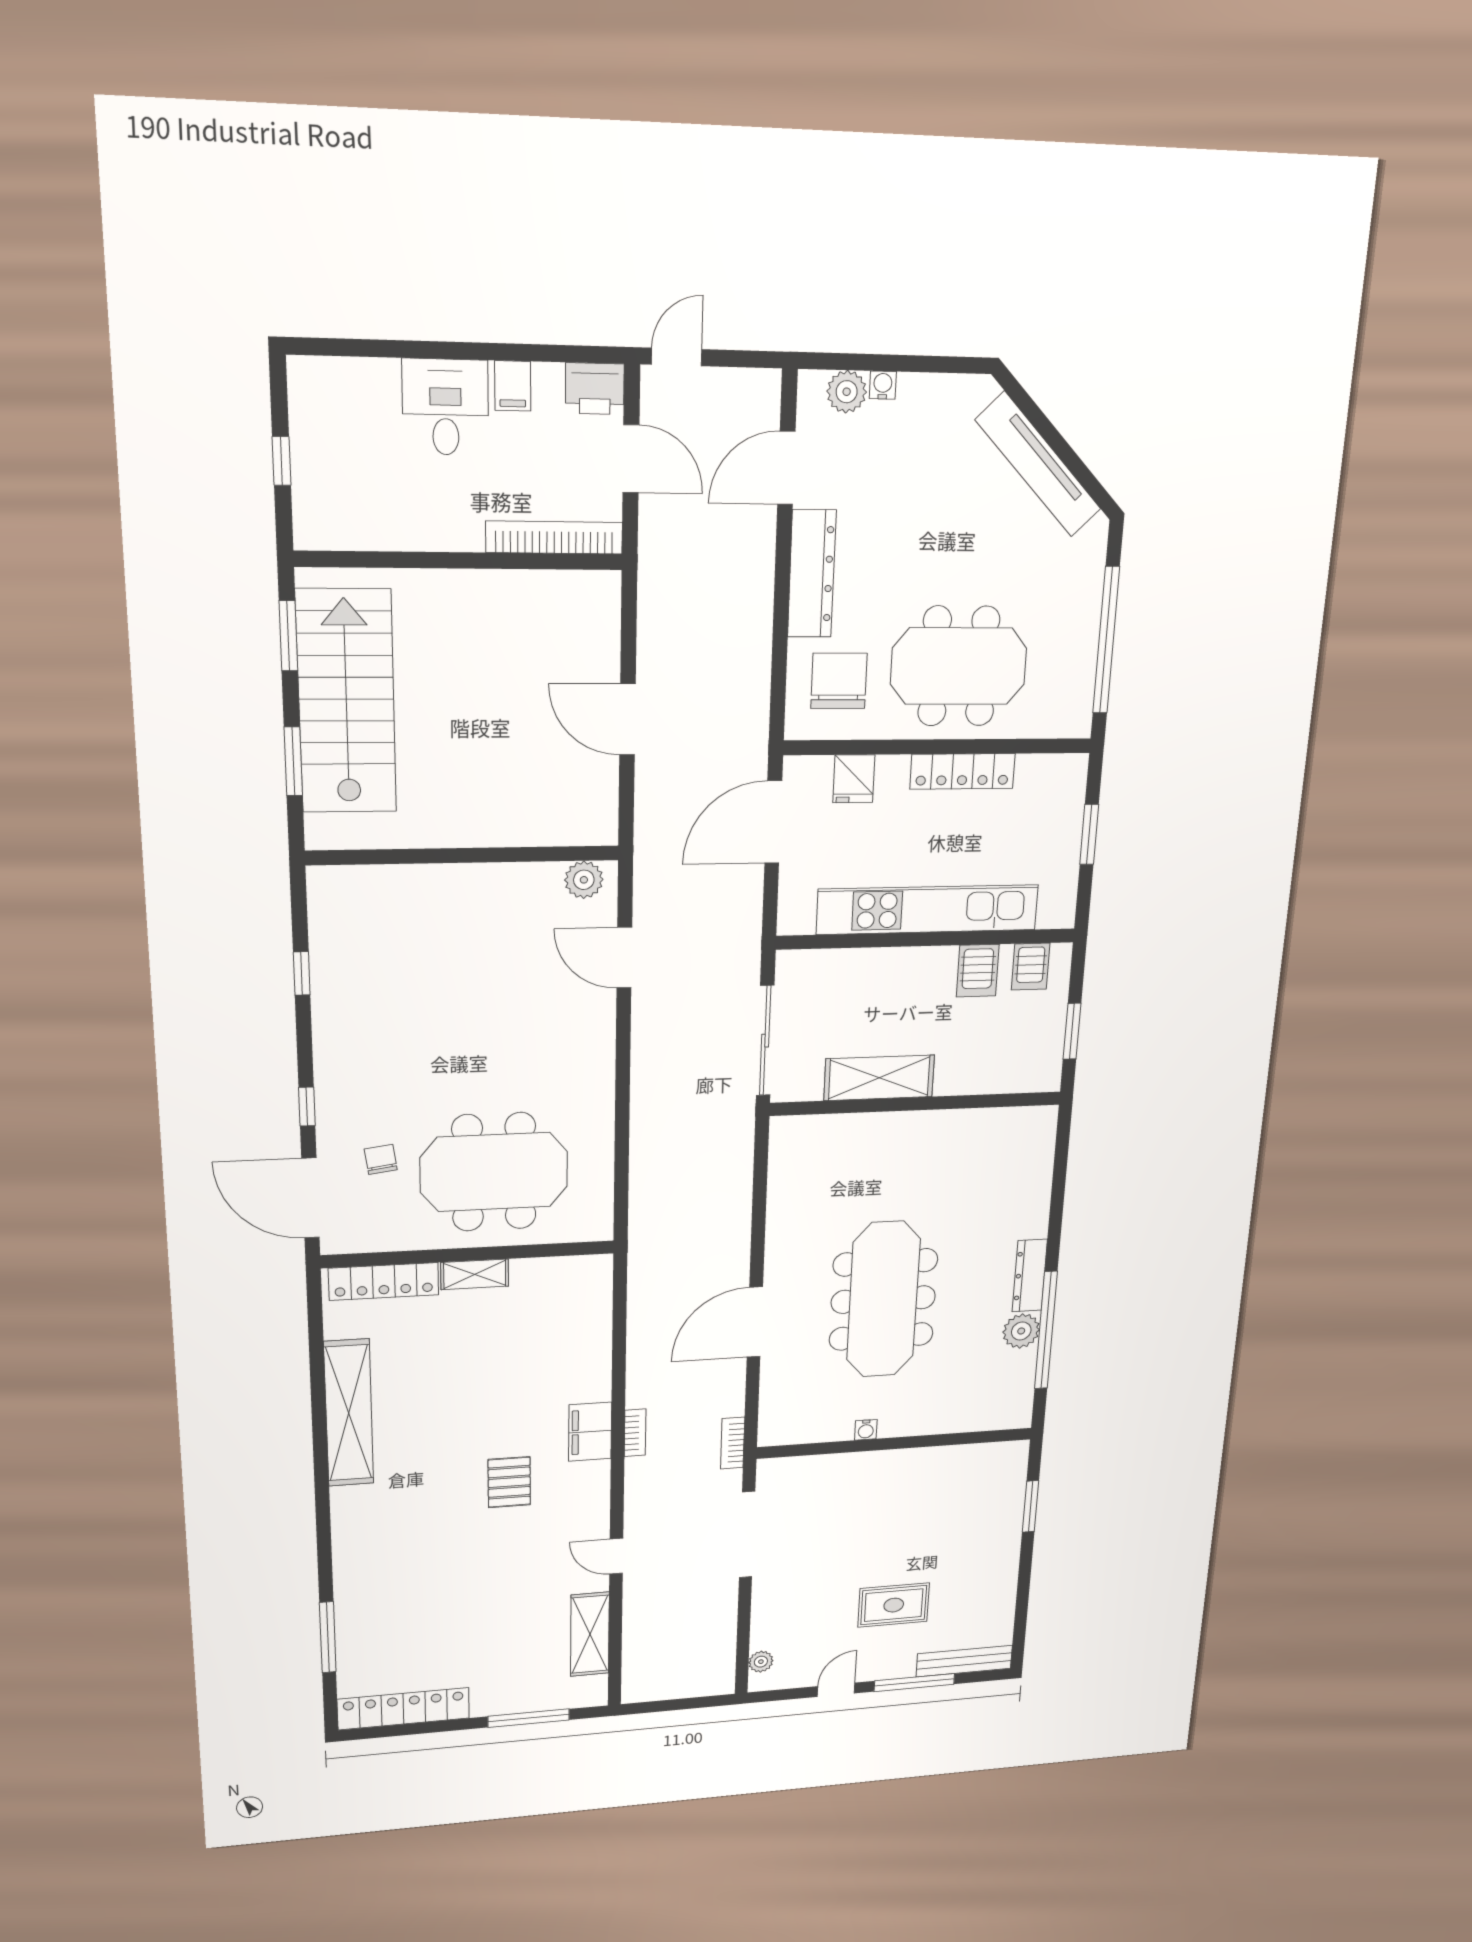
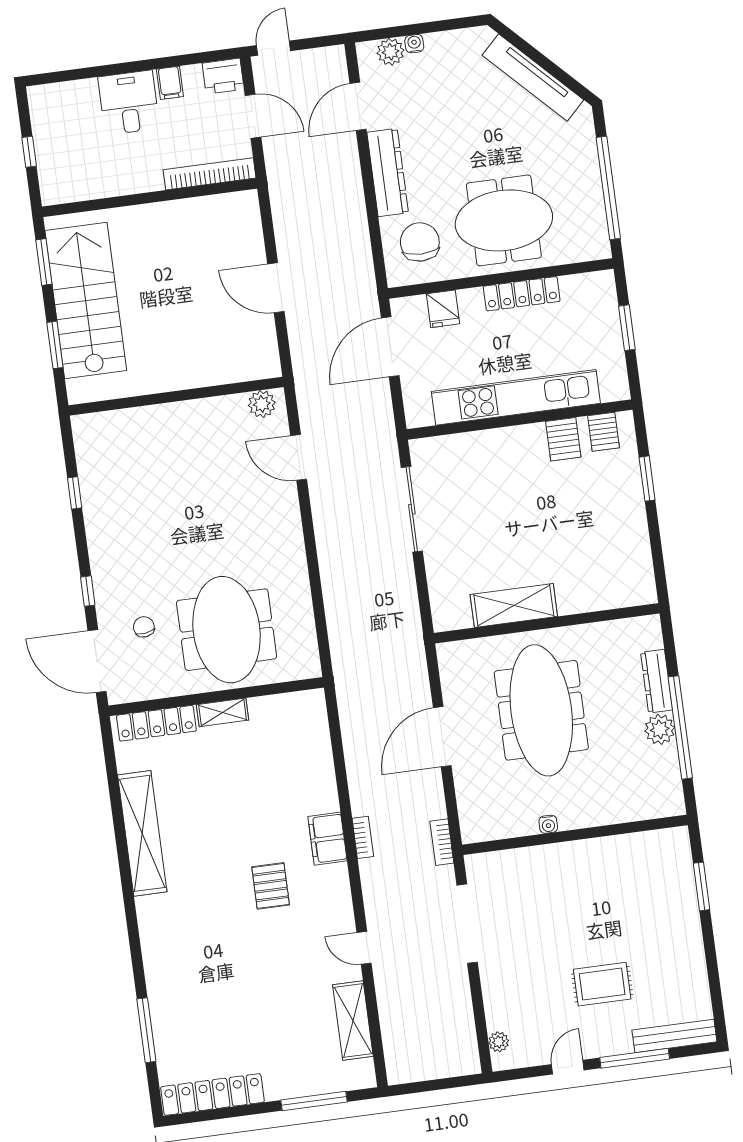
shelving: (879, 1078) -> (514, 605), moved
wall: (917, 1104) -> (547, 623), moved
meeting table: (494, 1172) -> (227, 630), turned 90

